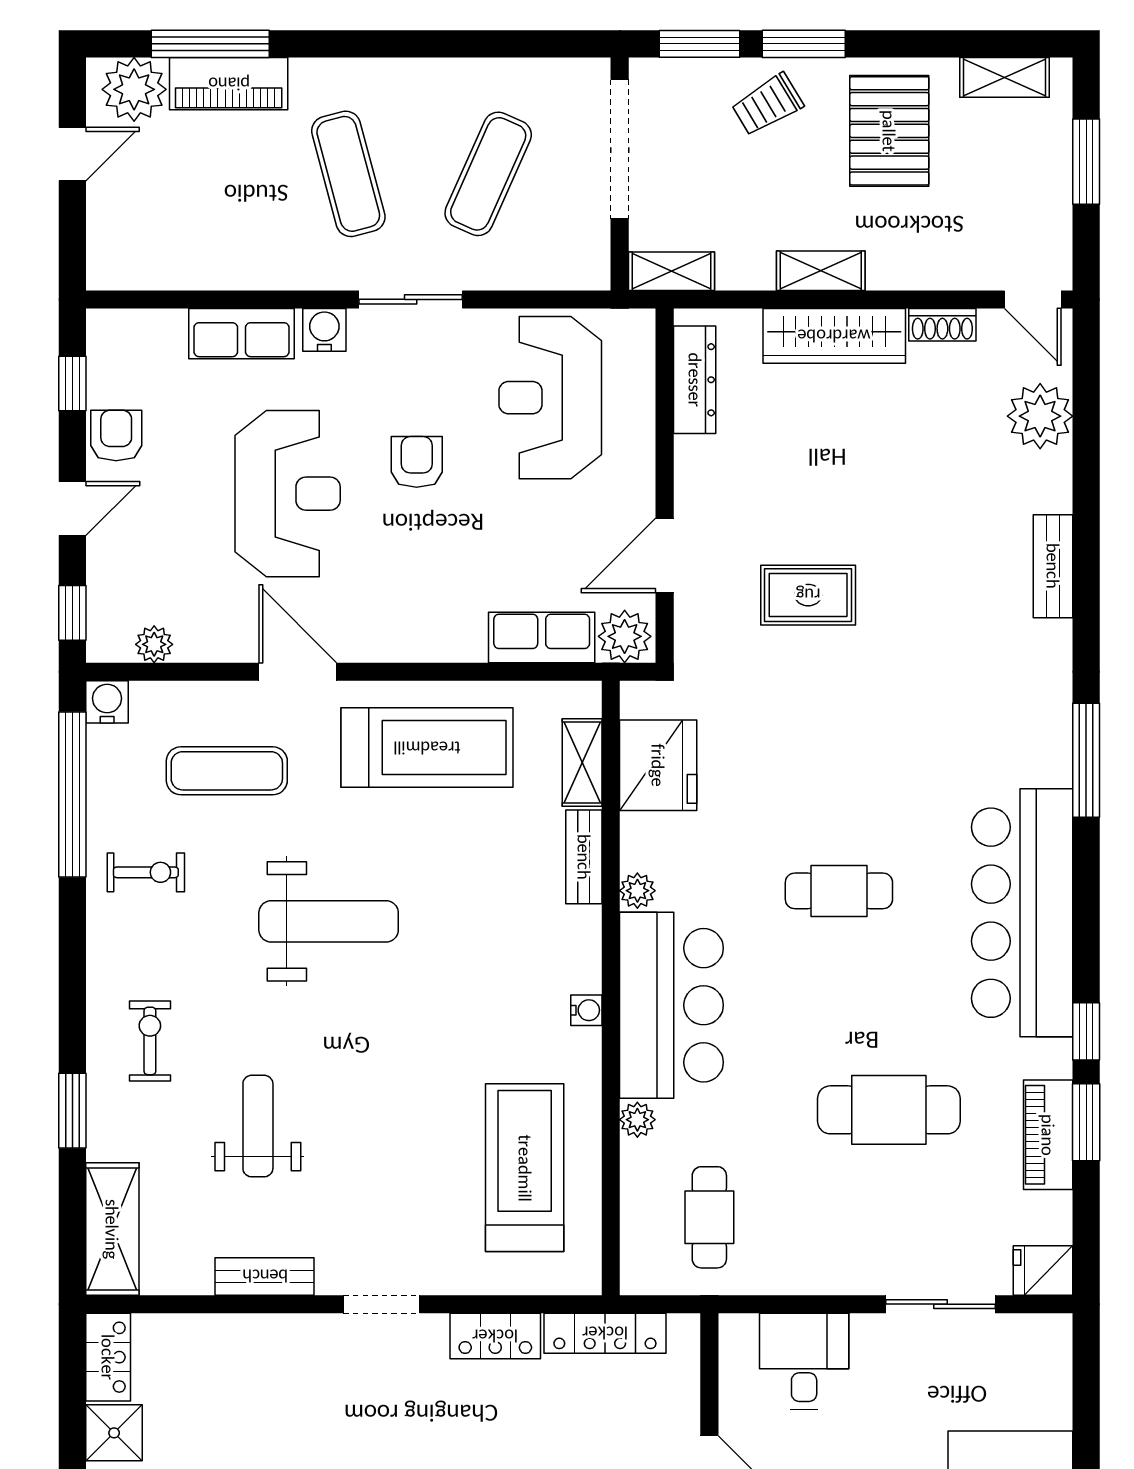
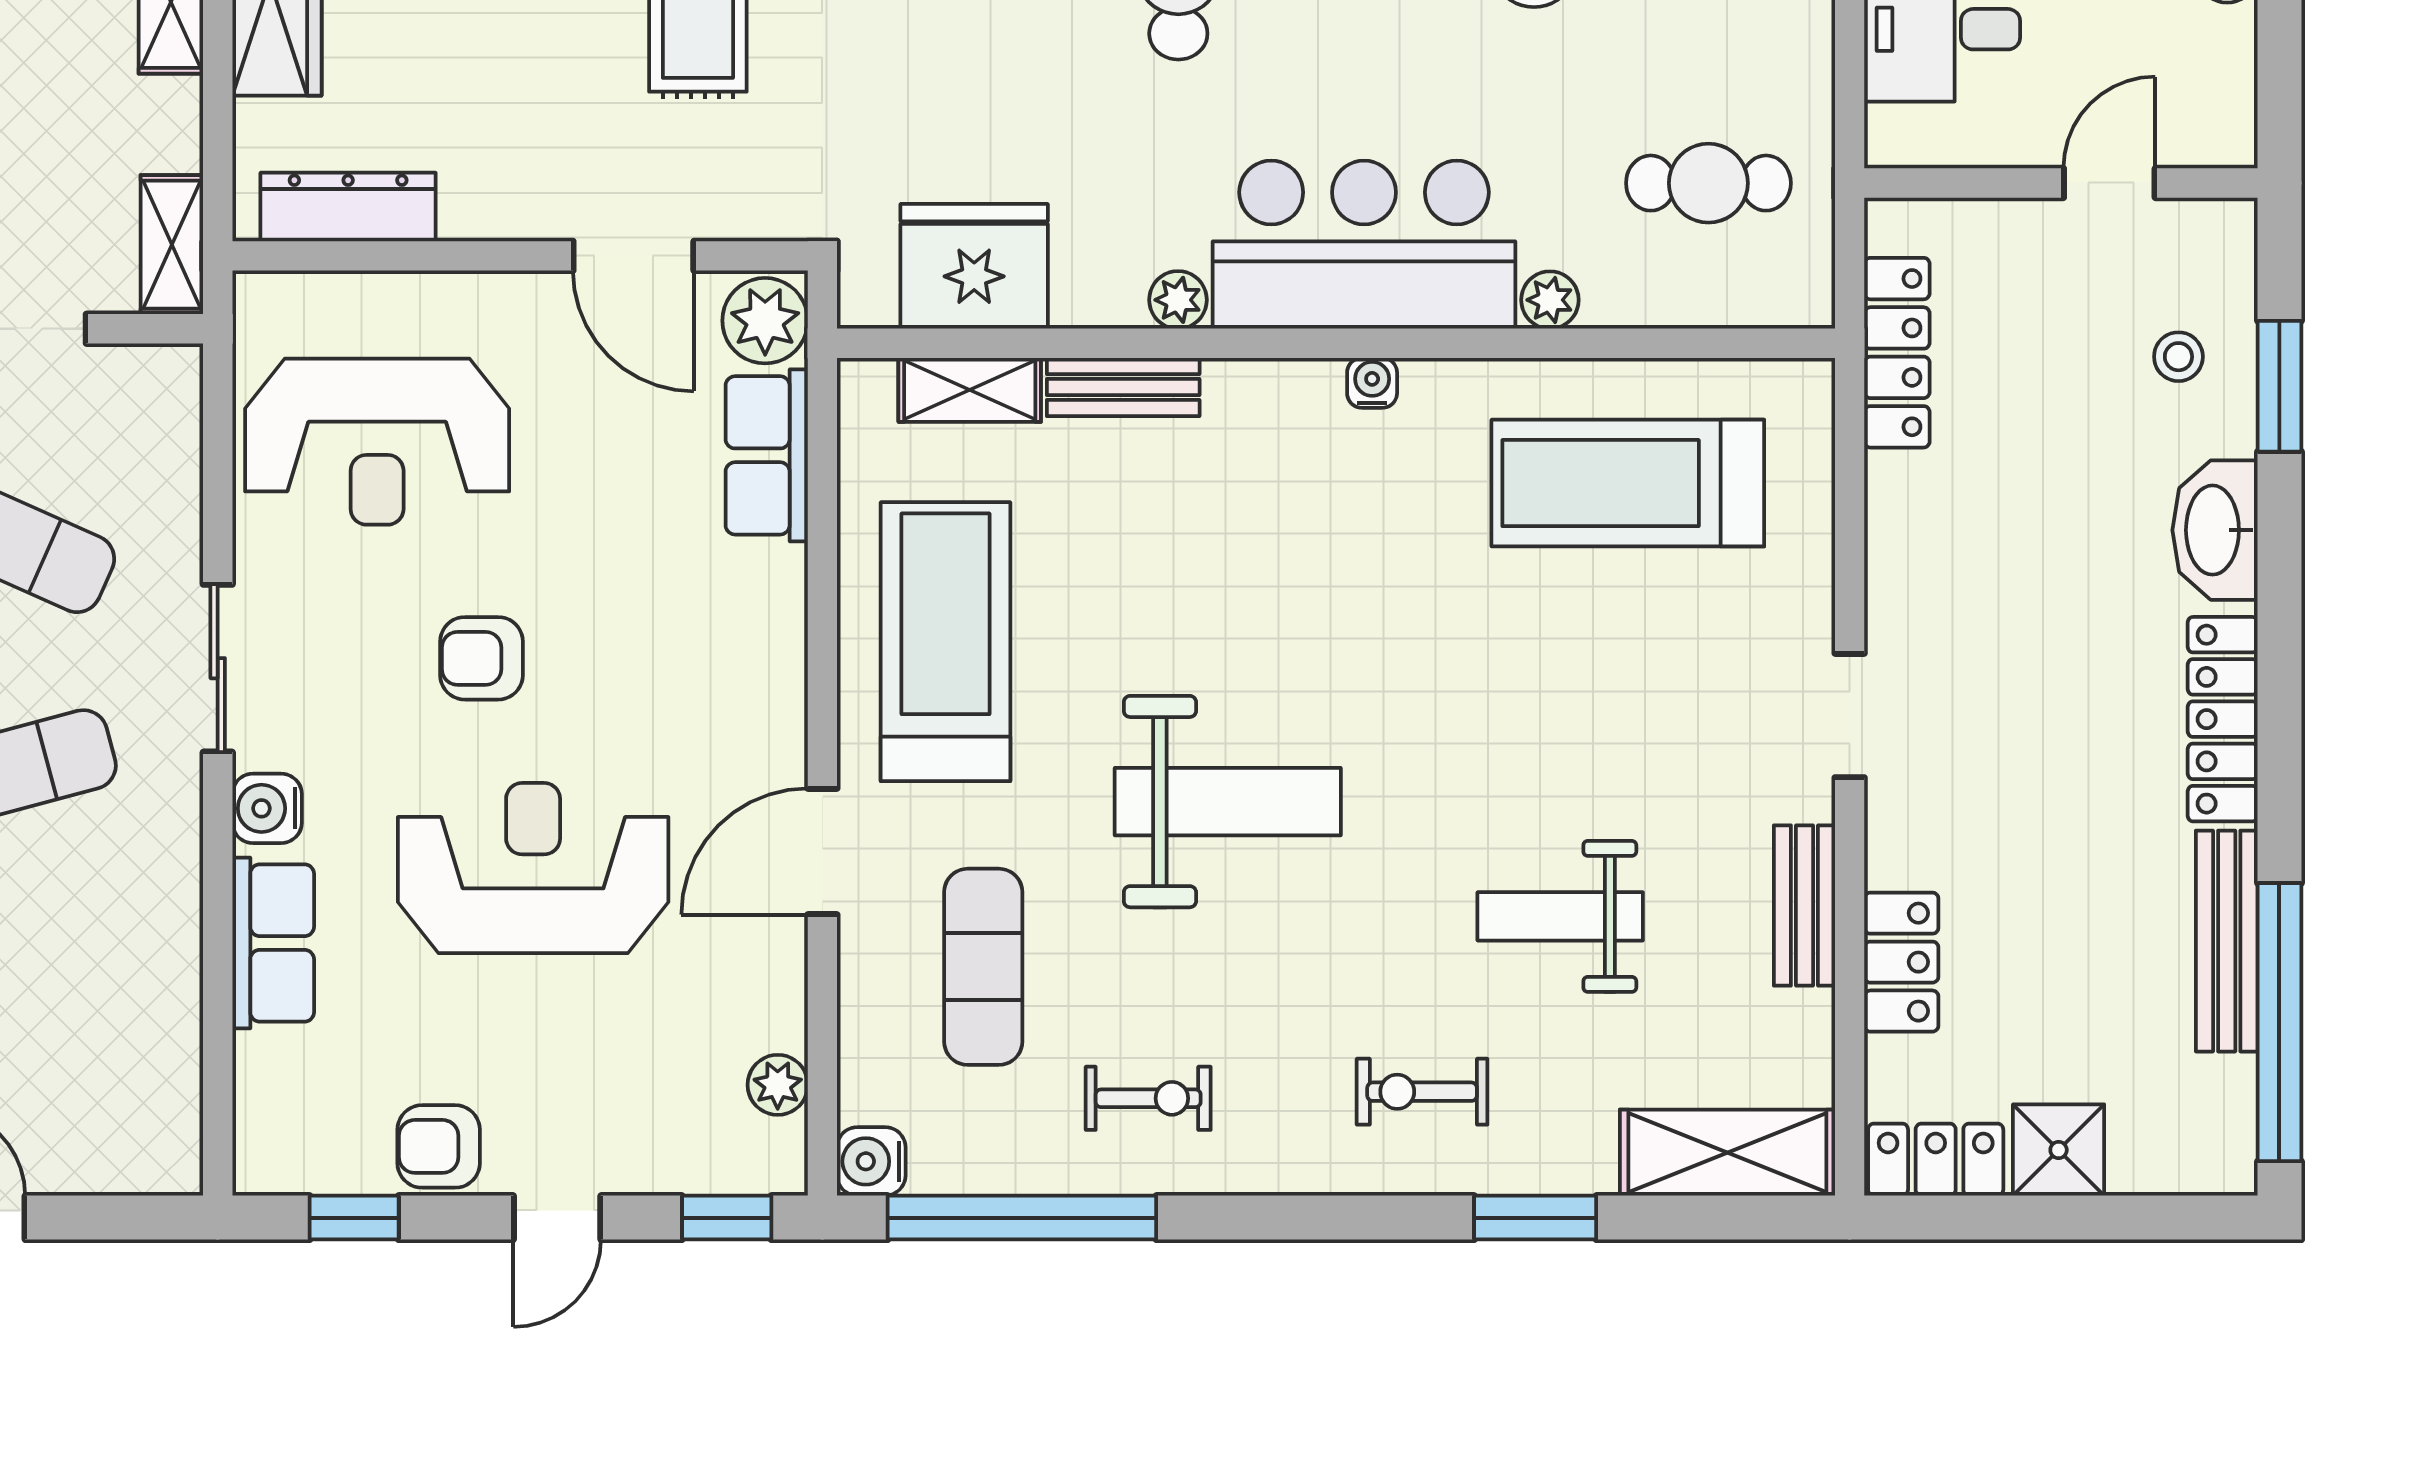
door: (72, 508) -> (557, 1218), swing flipped
exercise bike: (146, 872) -> (1148, 1098), turned 90
weight bench: (329, 921) -> (1228, 802), turned 90
locker: (495, 1336) -> (1901, 962), moved

